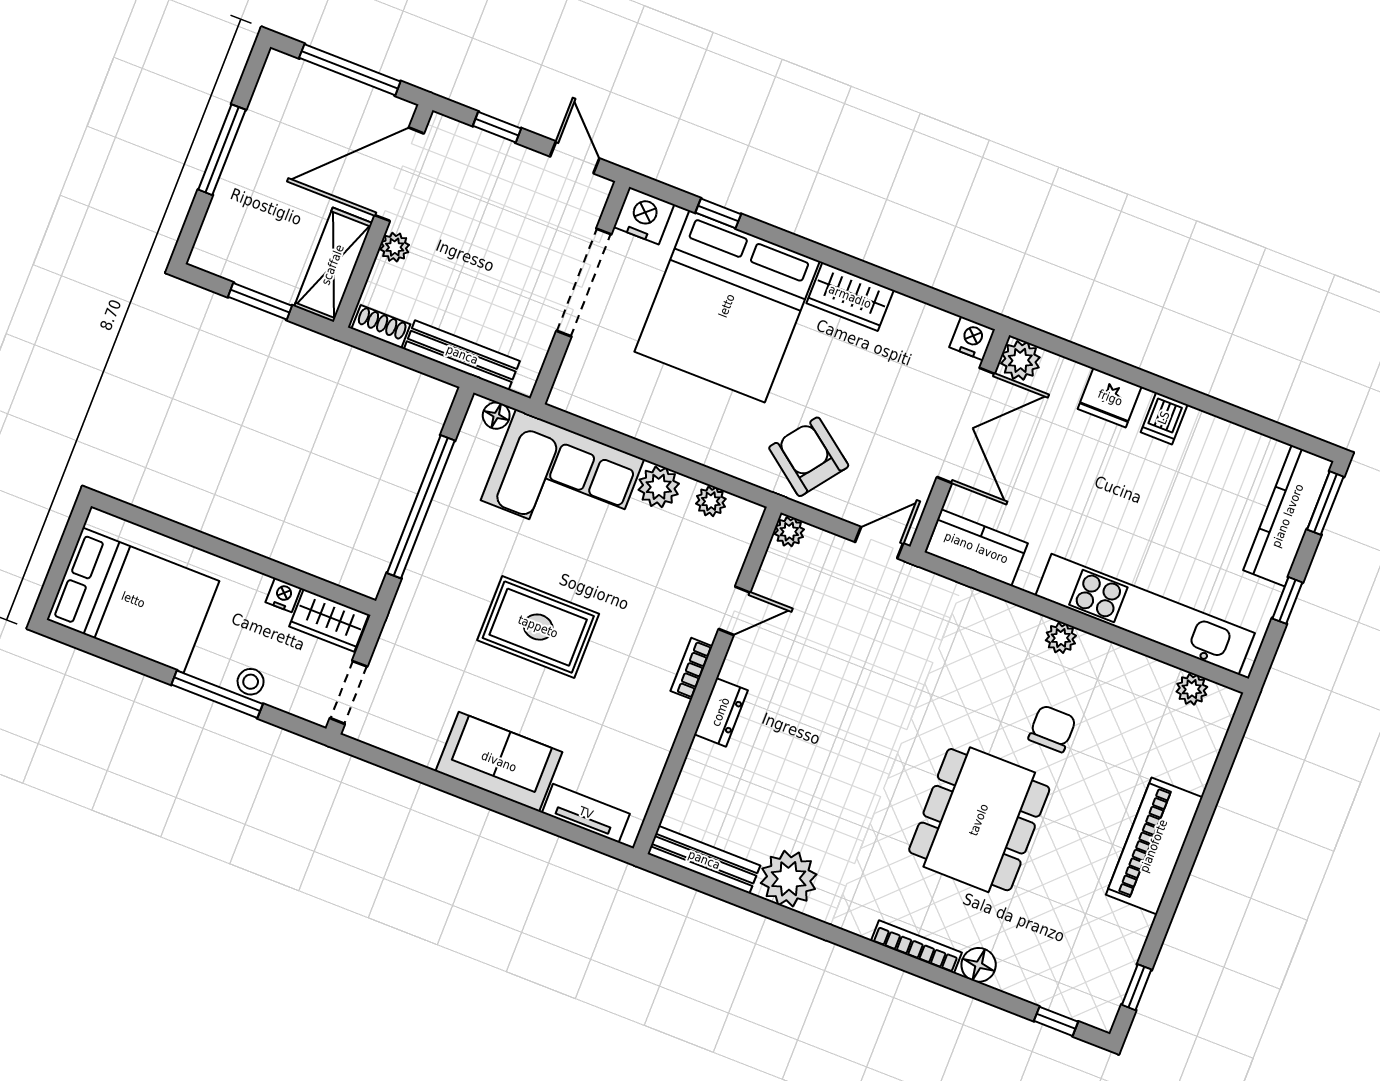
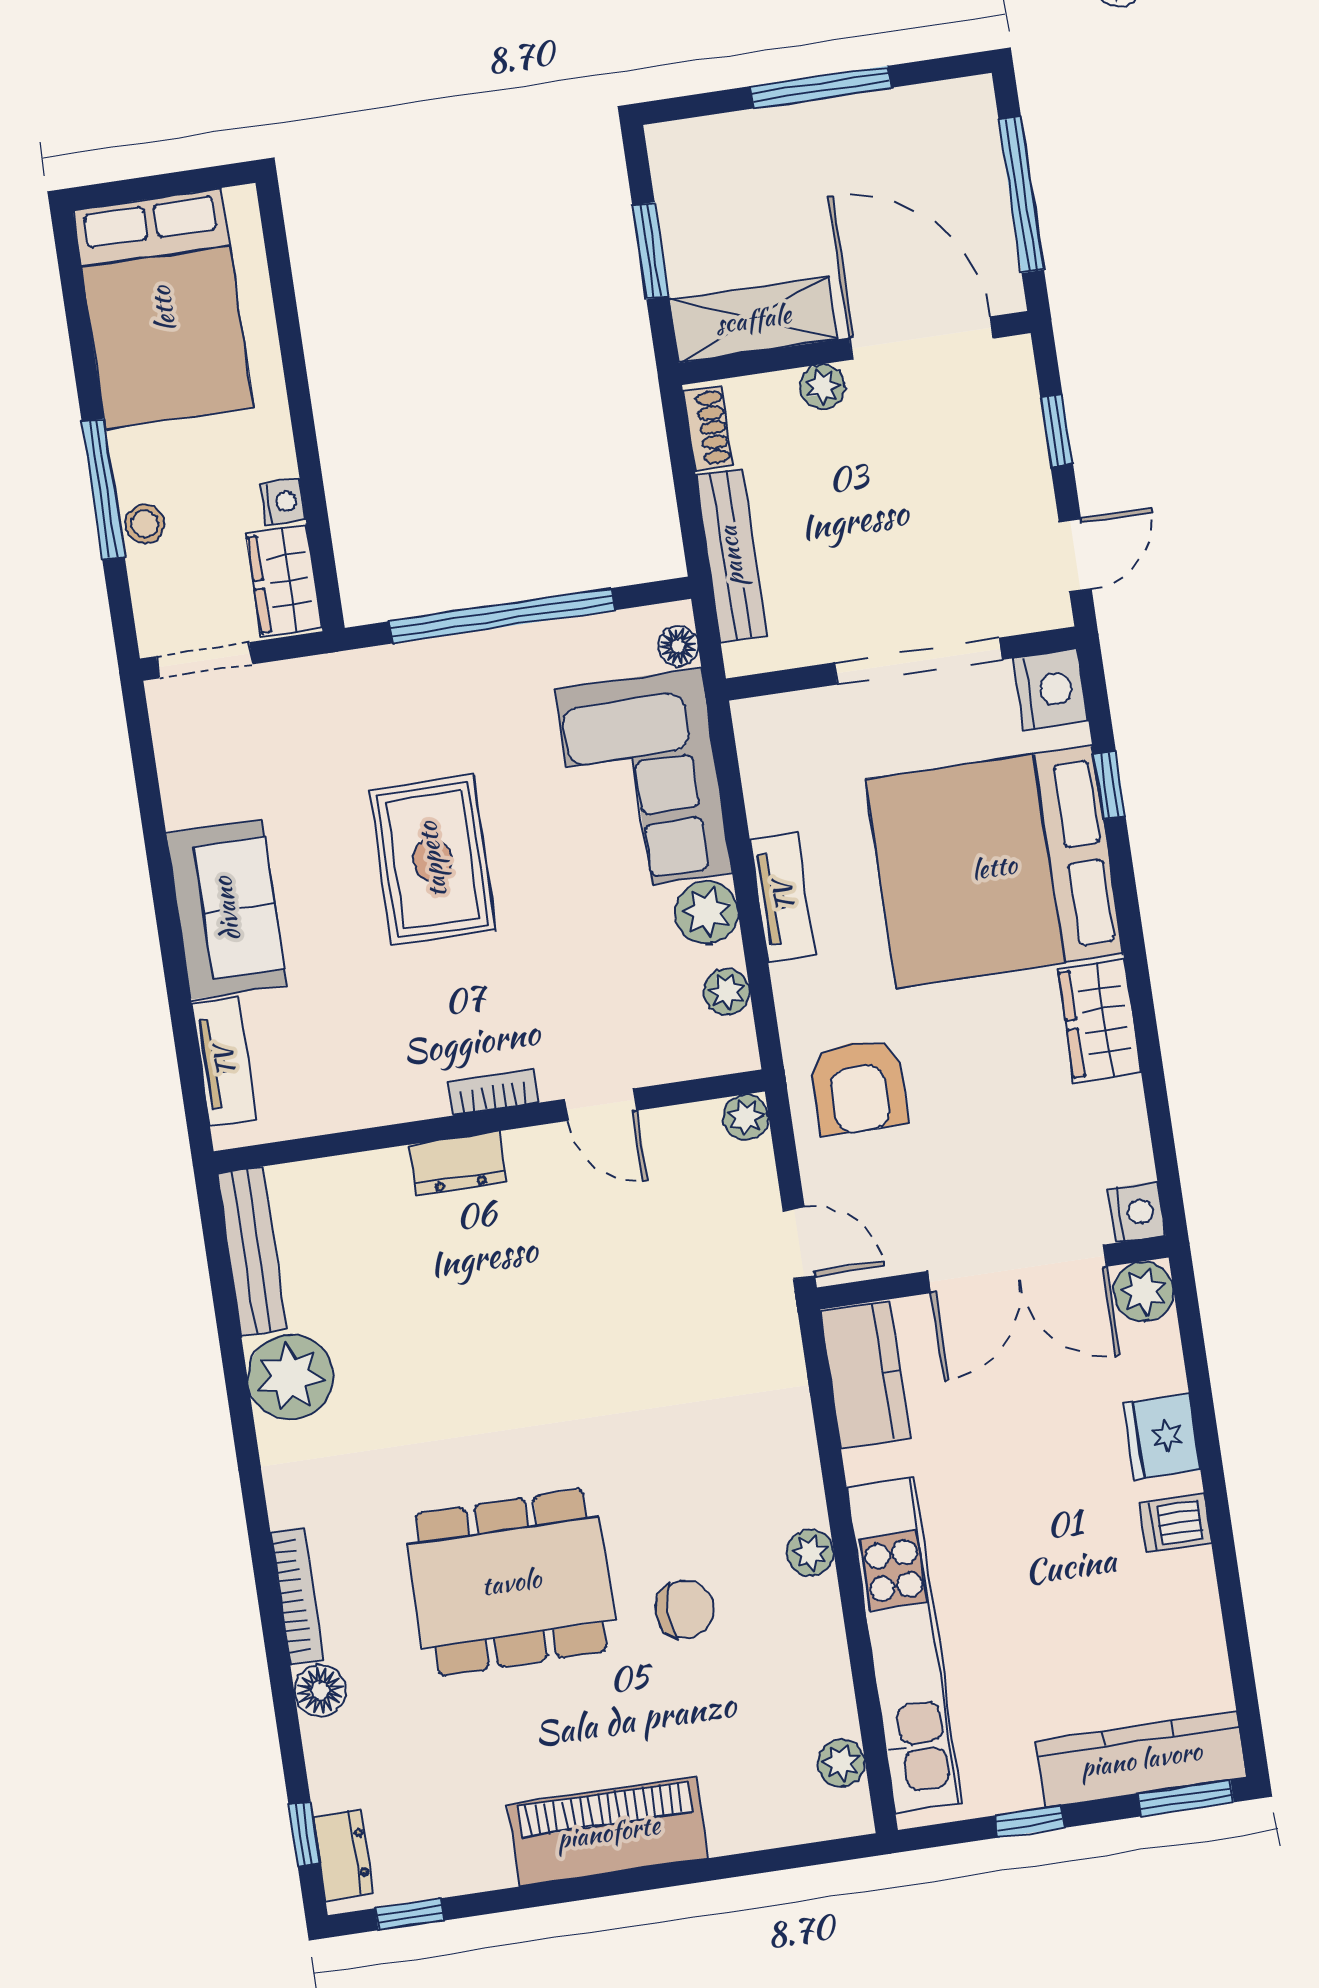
tv unit: (675, 438) -> (783, 897), added
armchair: (809, 457) -> (858, 1086), turned 143
dresser: (1081, 1006) -> (343, 1855), added

